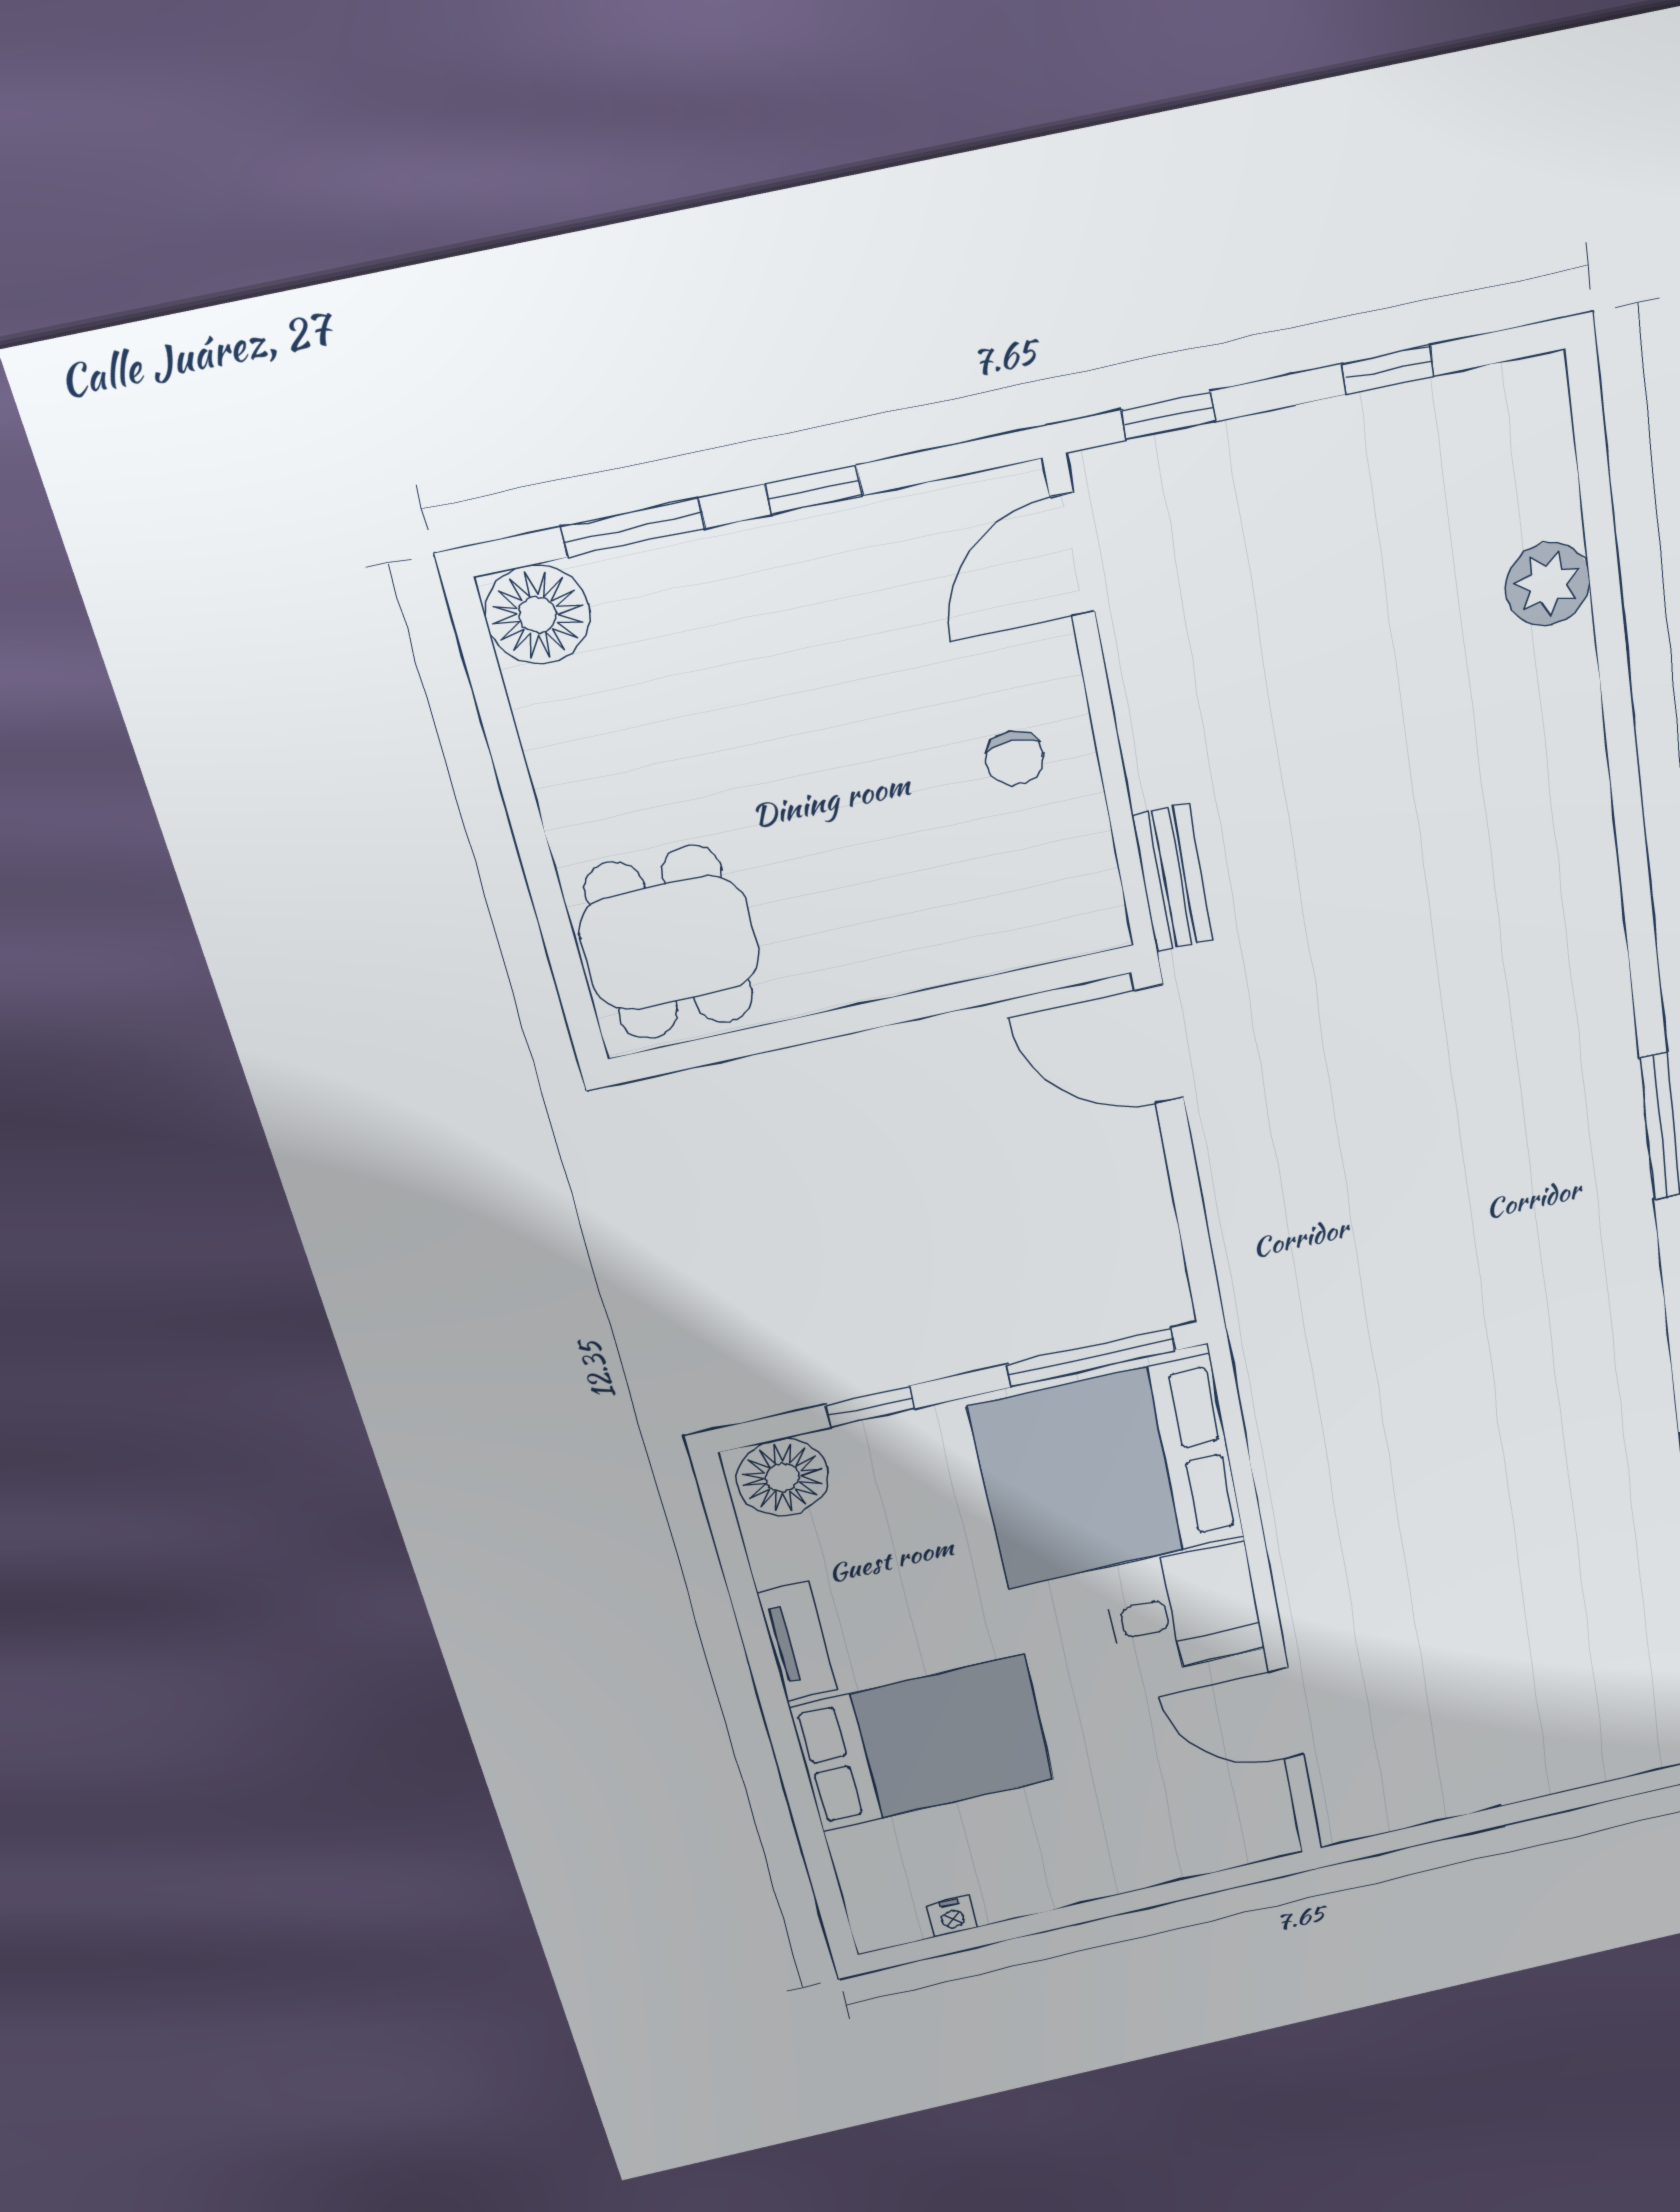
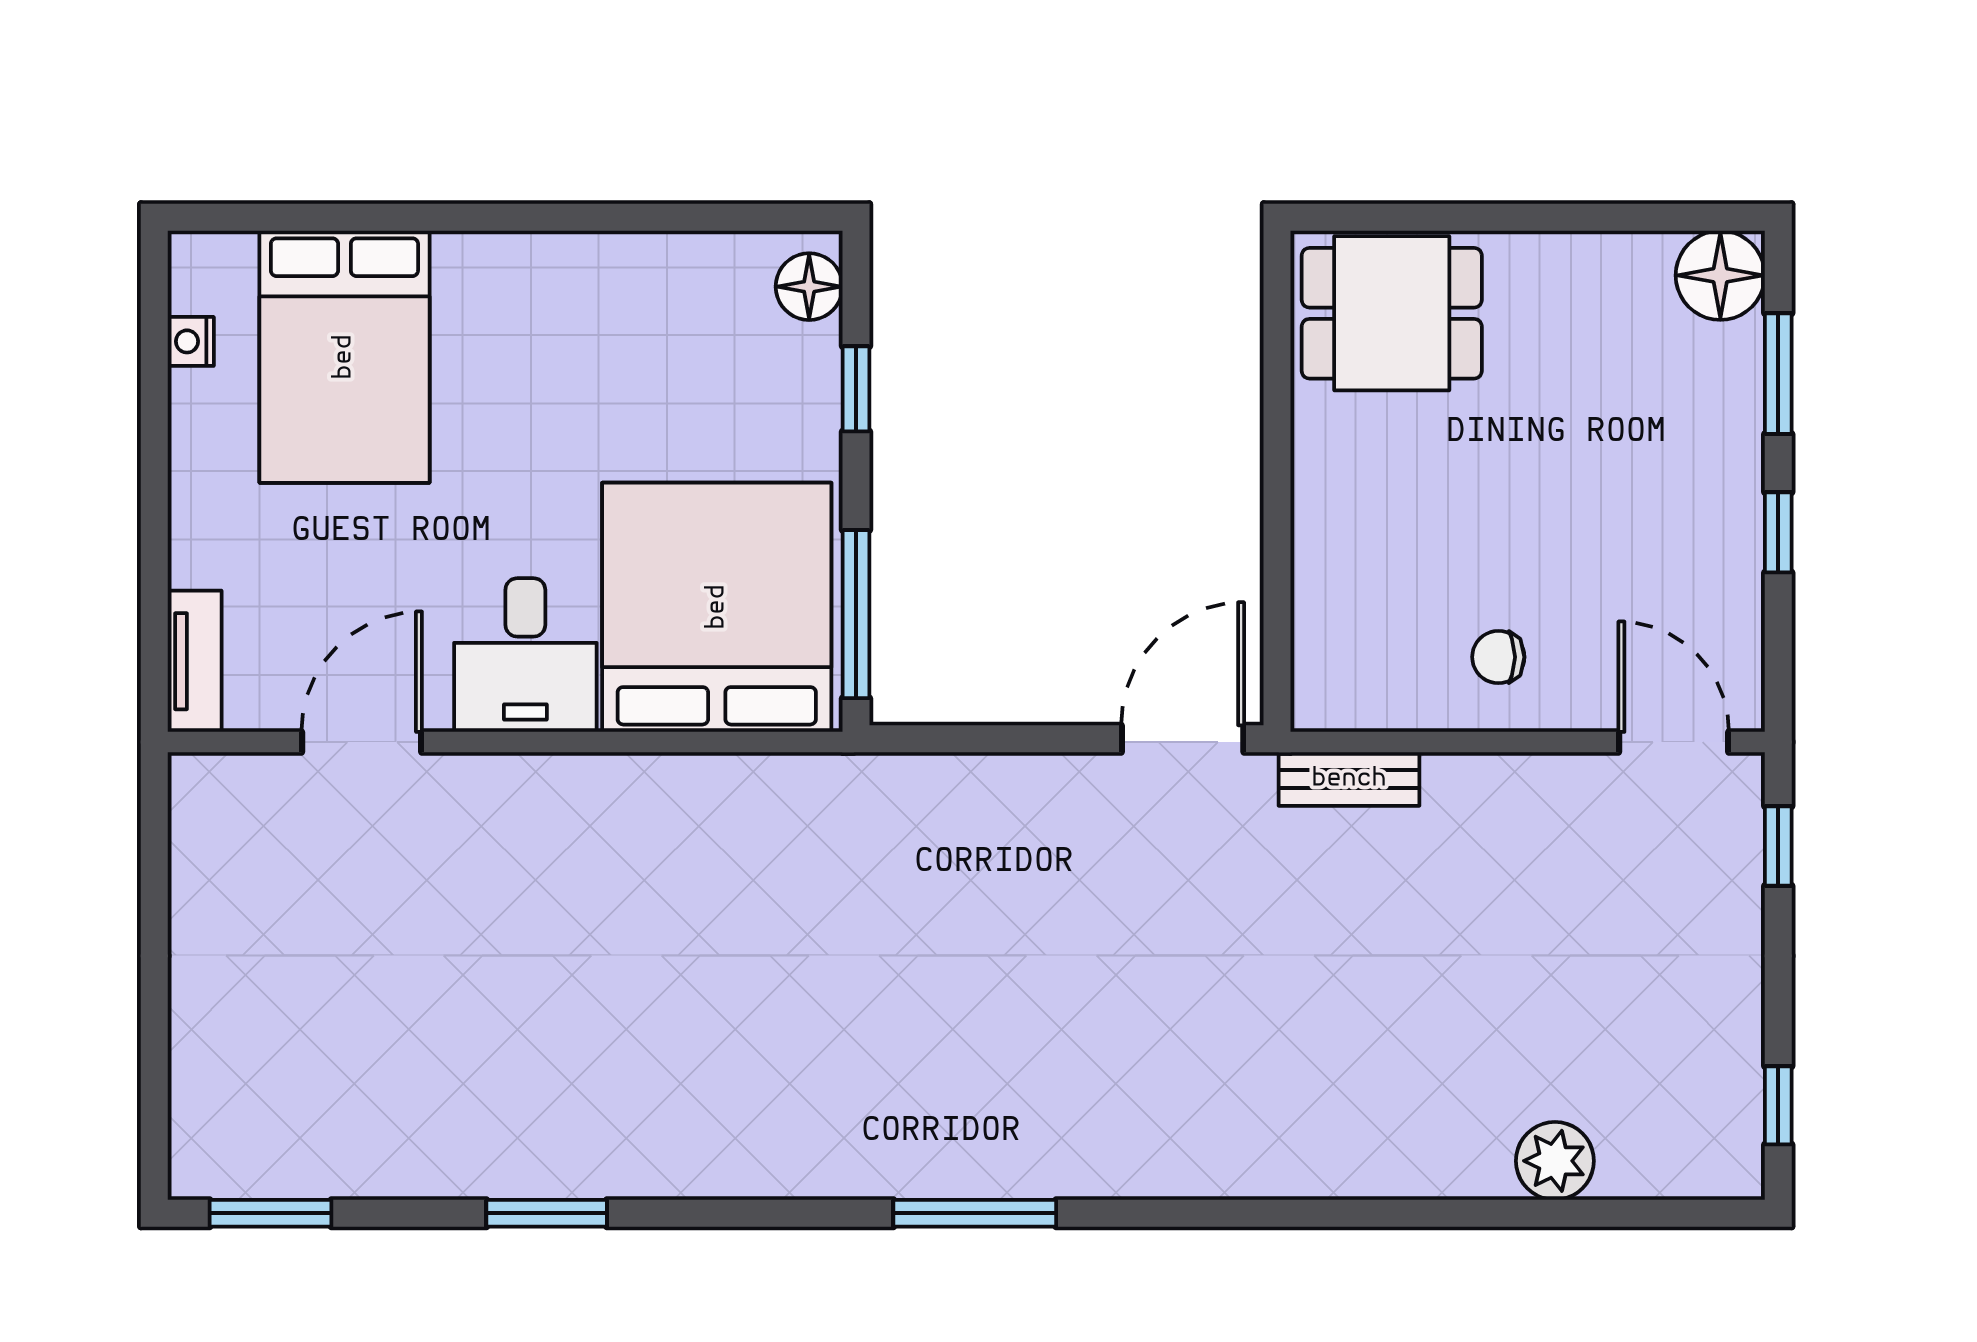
window: (1388, 370) -> (1778, 1105), moved
floor lamp: (783, 1478) -> (809, 287), width x0.73, depth x0.73
tv unit: (797, 1641) -> (195, 661), moved, turned -90
bed: (923, 1744) -> (344, 357), moved

